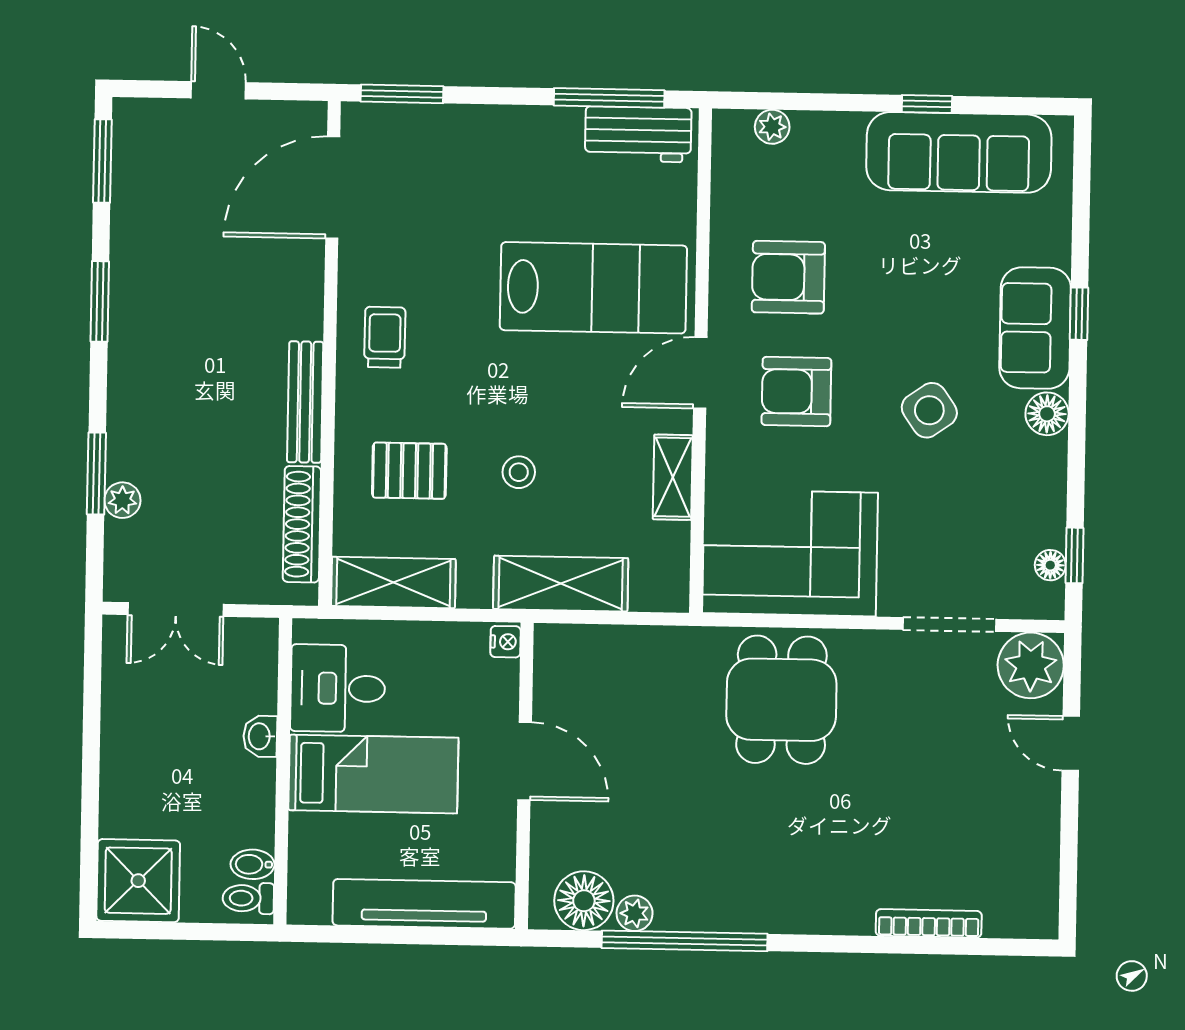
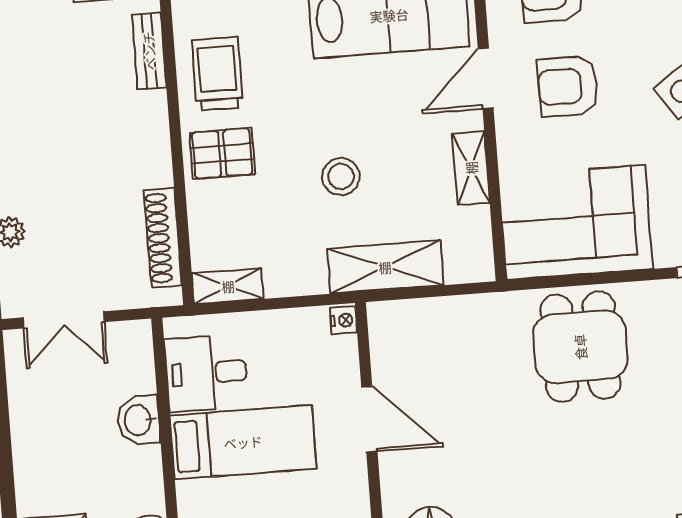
trolley: (385, 337) -> (217, 74), width x1.36, depth x1.39
bench: (305, 402) -> (149, 51), moved, width x0.73
pallet: (409, 471) -> (222, 153), moved
stool: (519, 472) -> (341, 177), width x1.37, depth x1.37
shelving: (393, 583) -> (228, 286), width x0.67, depth x0.75
washbasin: (260, 736) -> (139, 420), width x1.38, depth x1.45

